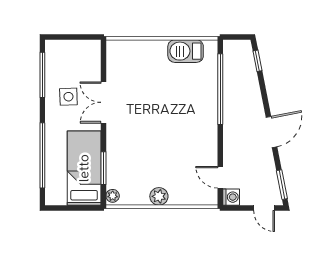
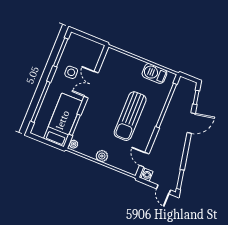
sun lounger: (176, 124) -> (130, 116), added
door: (272, 132) -> (191, 123), moved

